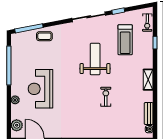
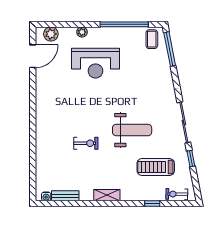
coffee table: (44, 36) -> (152, 39), moved
reception desk: (40, 89) -> (95, 63), turned 180

